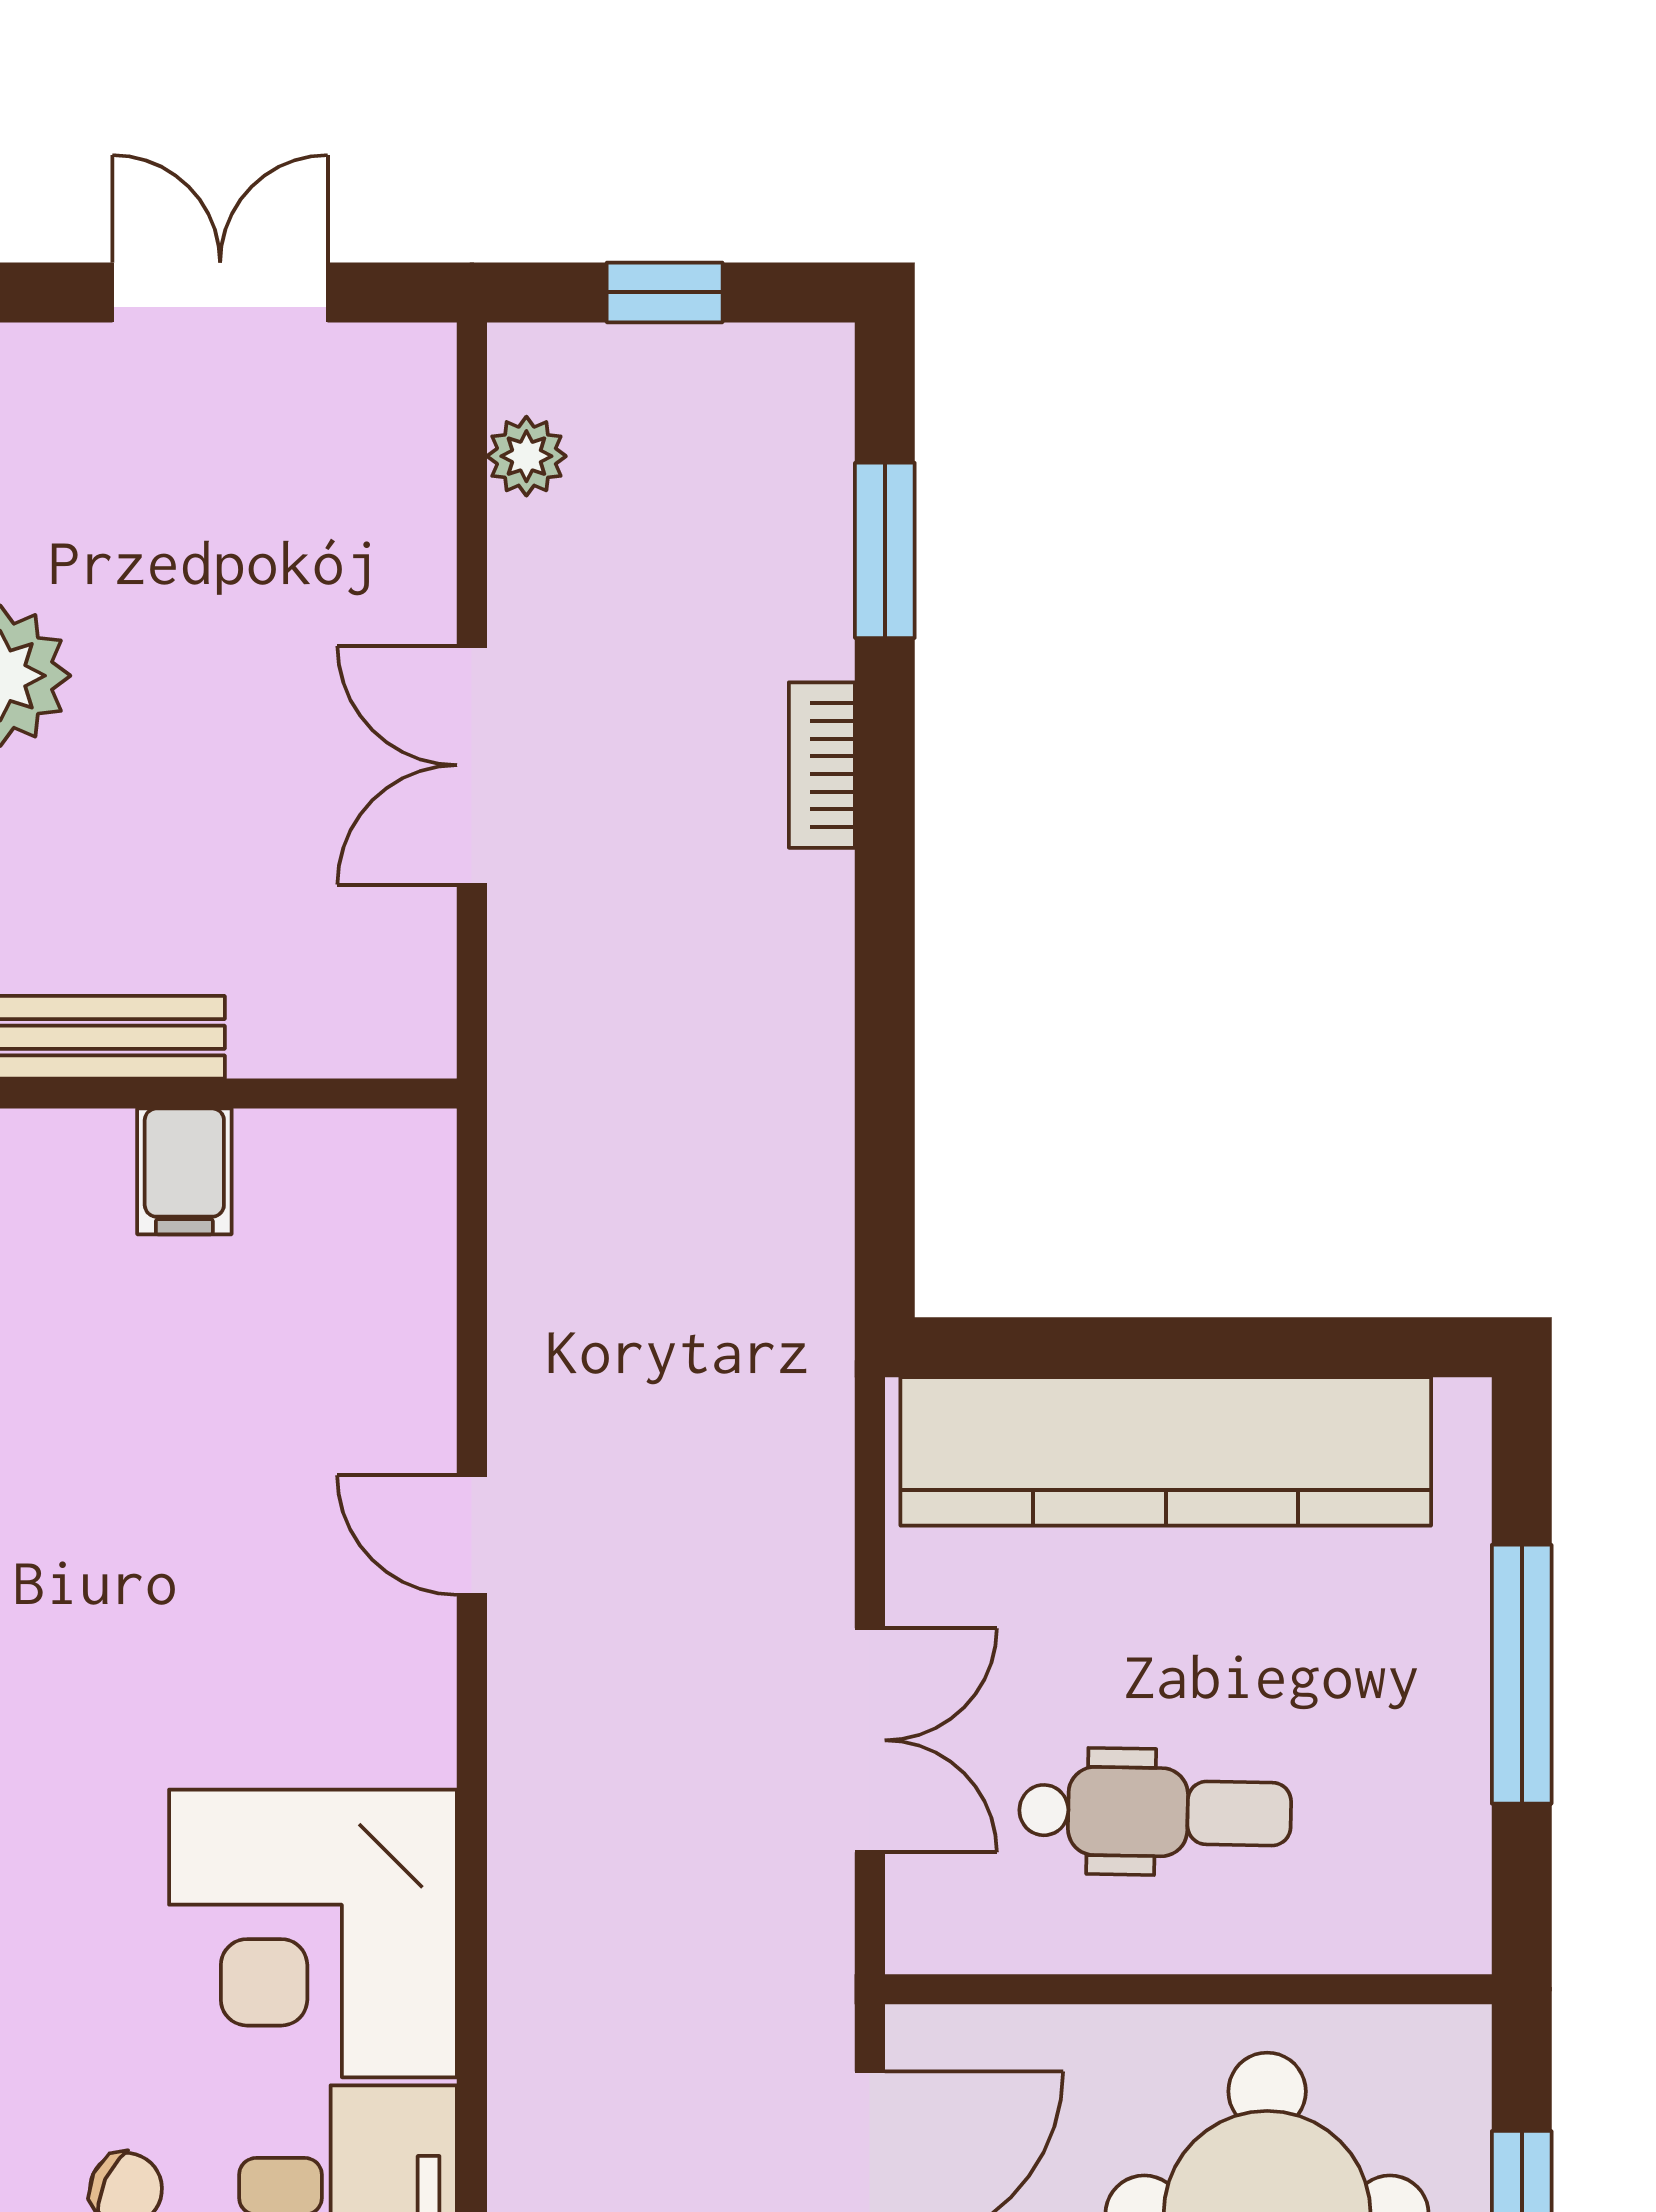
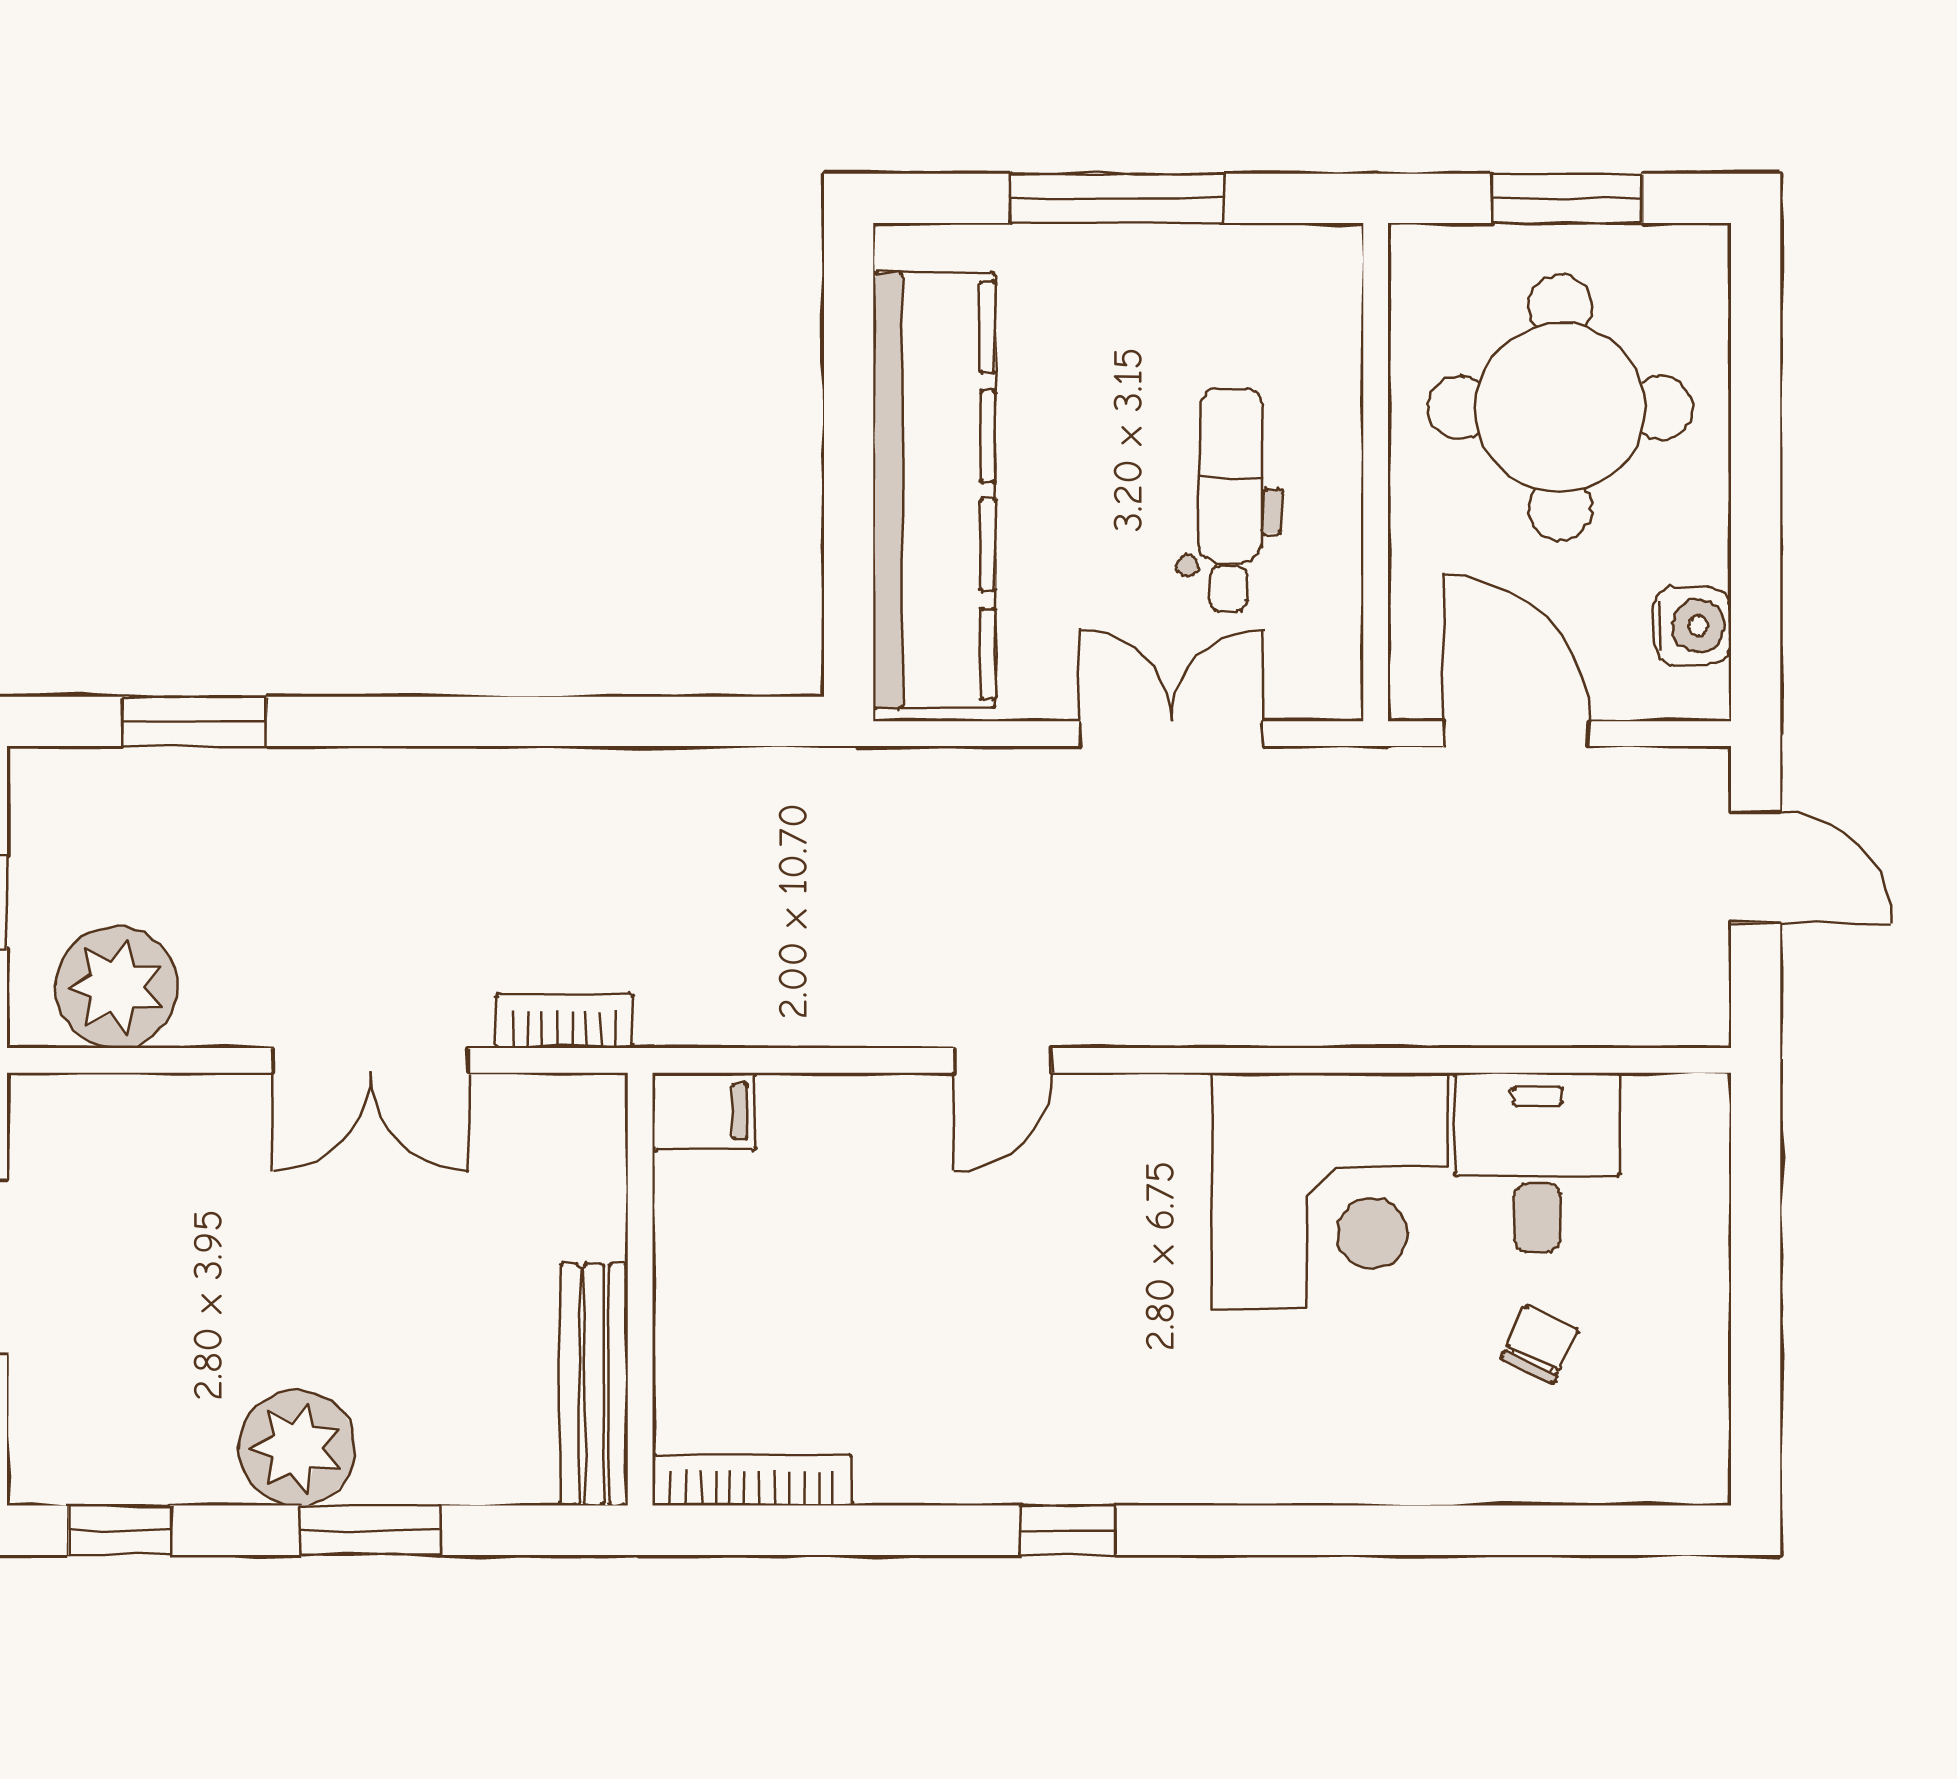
plant: (526, 456) -> (117, 987), width x1.87, depth x1.87
bookcase: (822, 765) -> (564, 1021), moved, turned 180
filing cabinet: (184, 1171) -> (704, 1111), moved

